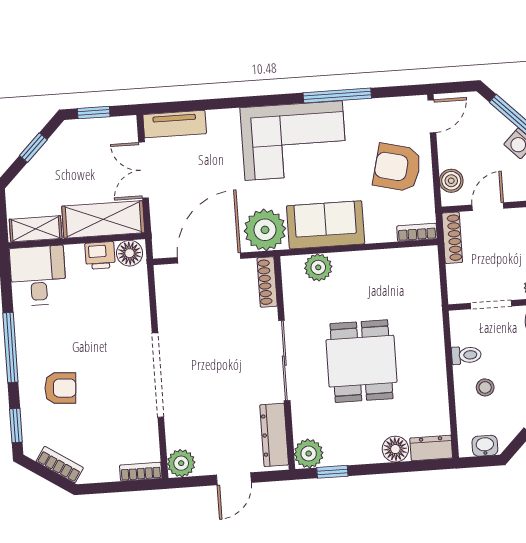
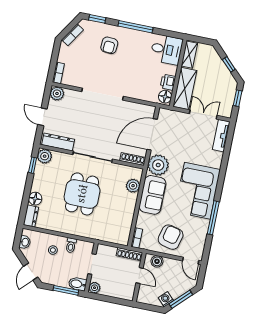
door: (209, 258) -> (152, 134), swing flipped
dining table: (361, 361) -> (82, 194), turned 90

